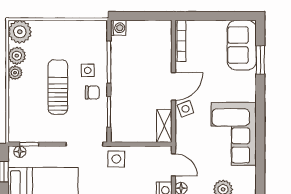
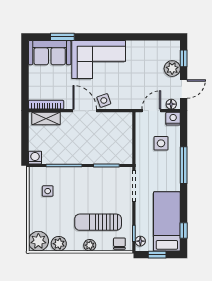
side table: (88, 70) -> (48, 191), moved
plant: (15, 73) -> (90, 245), moved
sun lounger: (58, 87) -> (98, 222), moved
chair: (92, 92) -> (119, 244), moved
shelving: (164, 126) -> (46, 118), moved
corner sofa: (234, 134) -> (99, 60), moved
side table: (116, 159) -> (161, 143), moved

